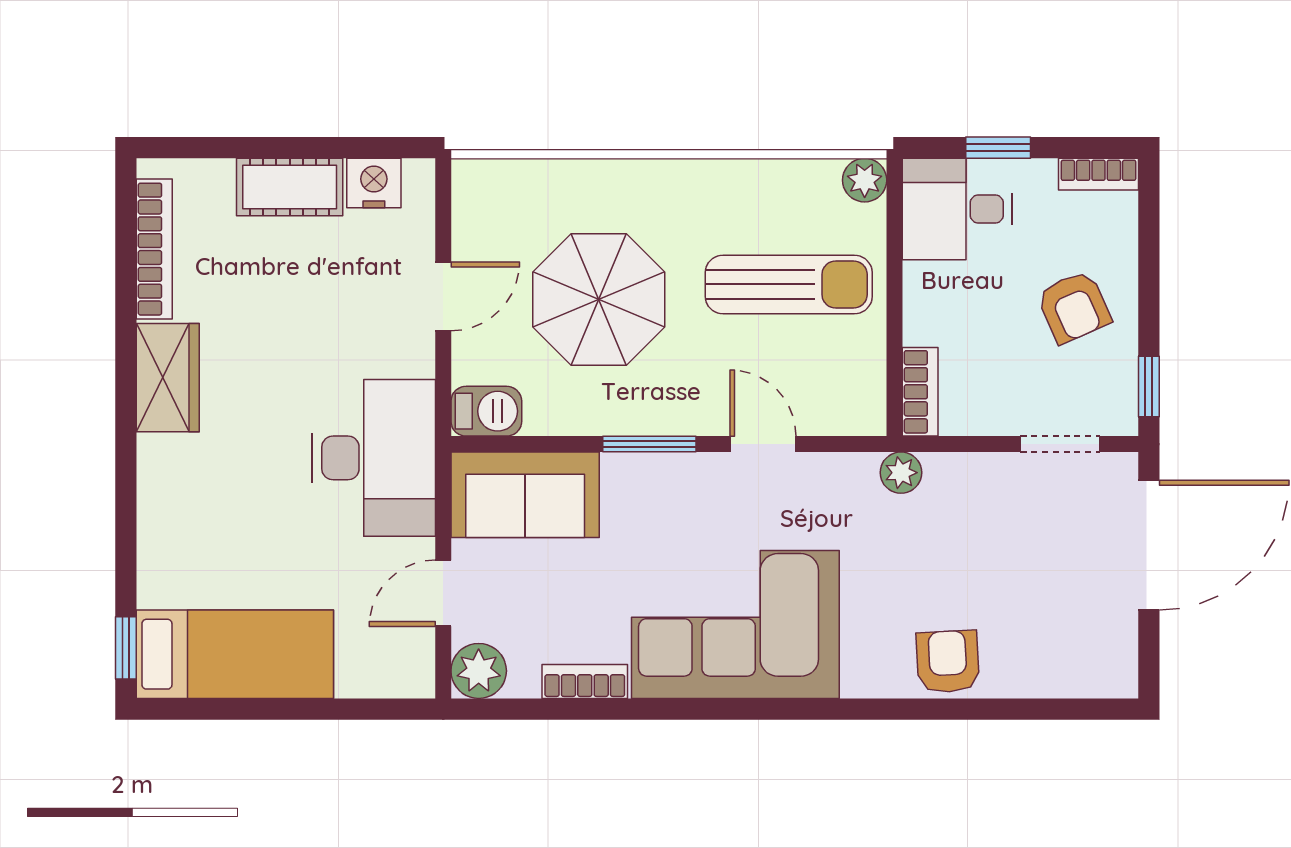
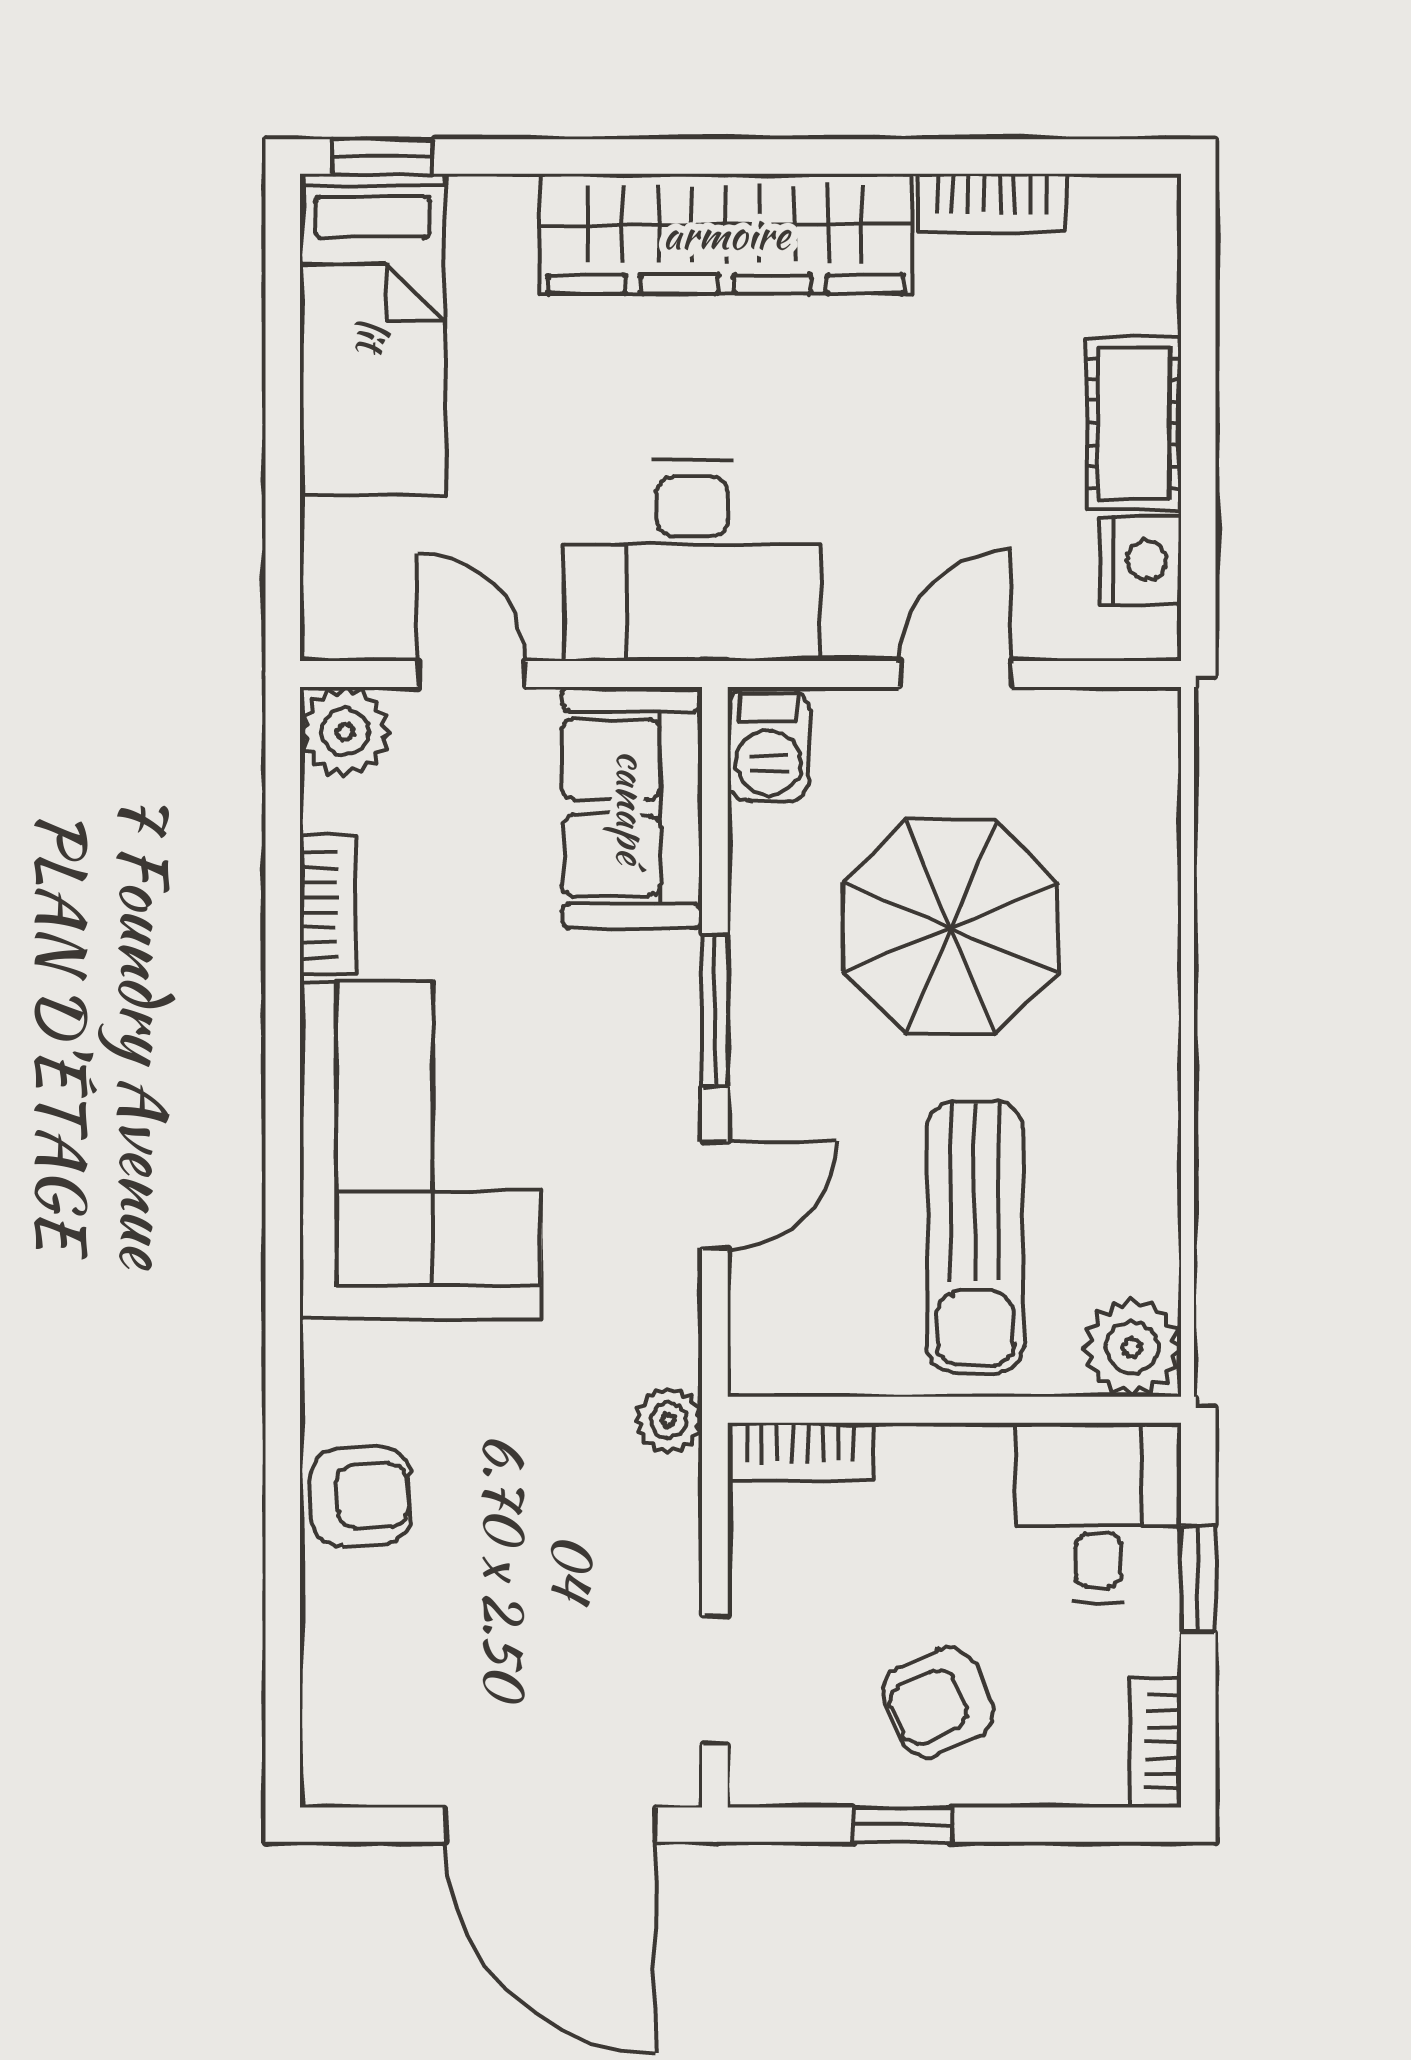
plant: (865, 180) -> (1132, 1348), width x1.38, depth x1.38
bookcase: (154, 249) -> (992, 203), width x0.64
door: (443, 296) -> (956, 674), swing flipped
wardrobe: (168, 378) -> (726, 234), width x2.10, depth x1.17
window: (1149, 387) -> (903, 1825), moved

